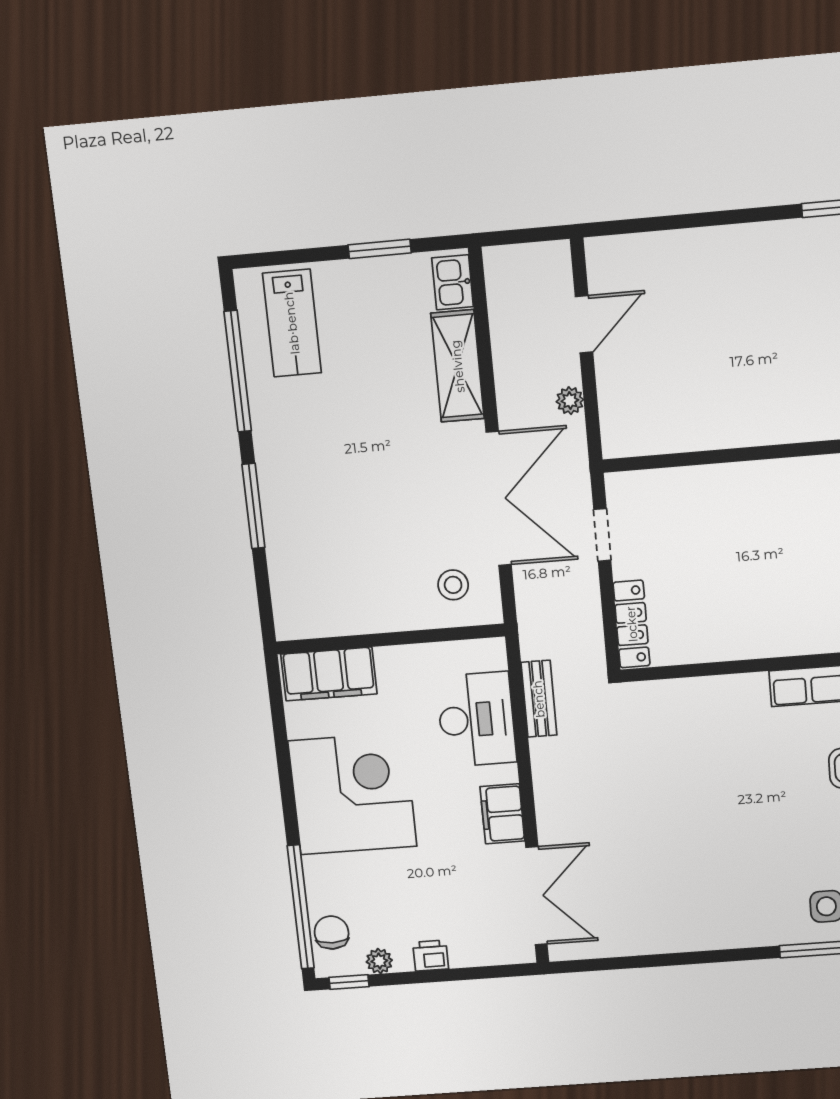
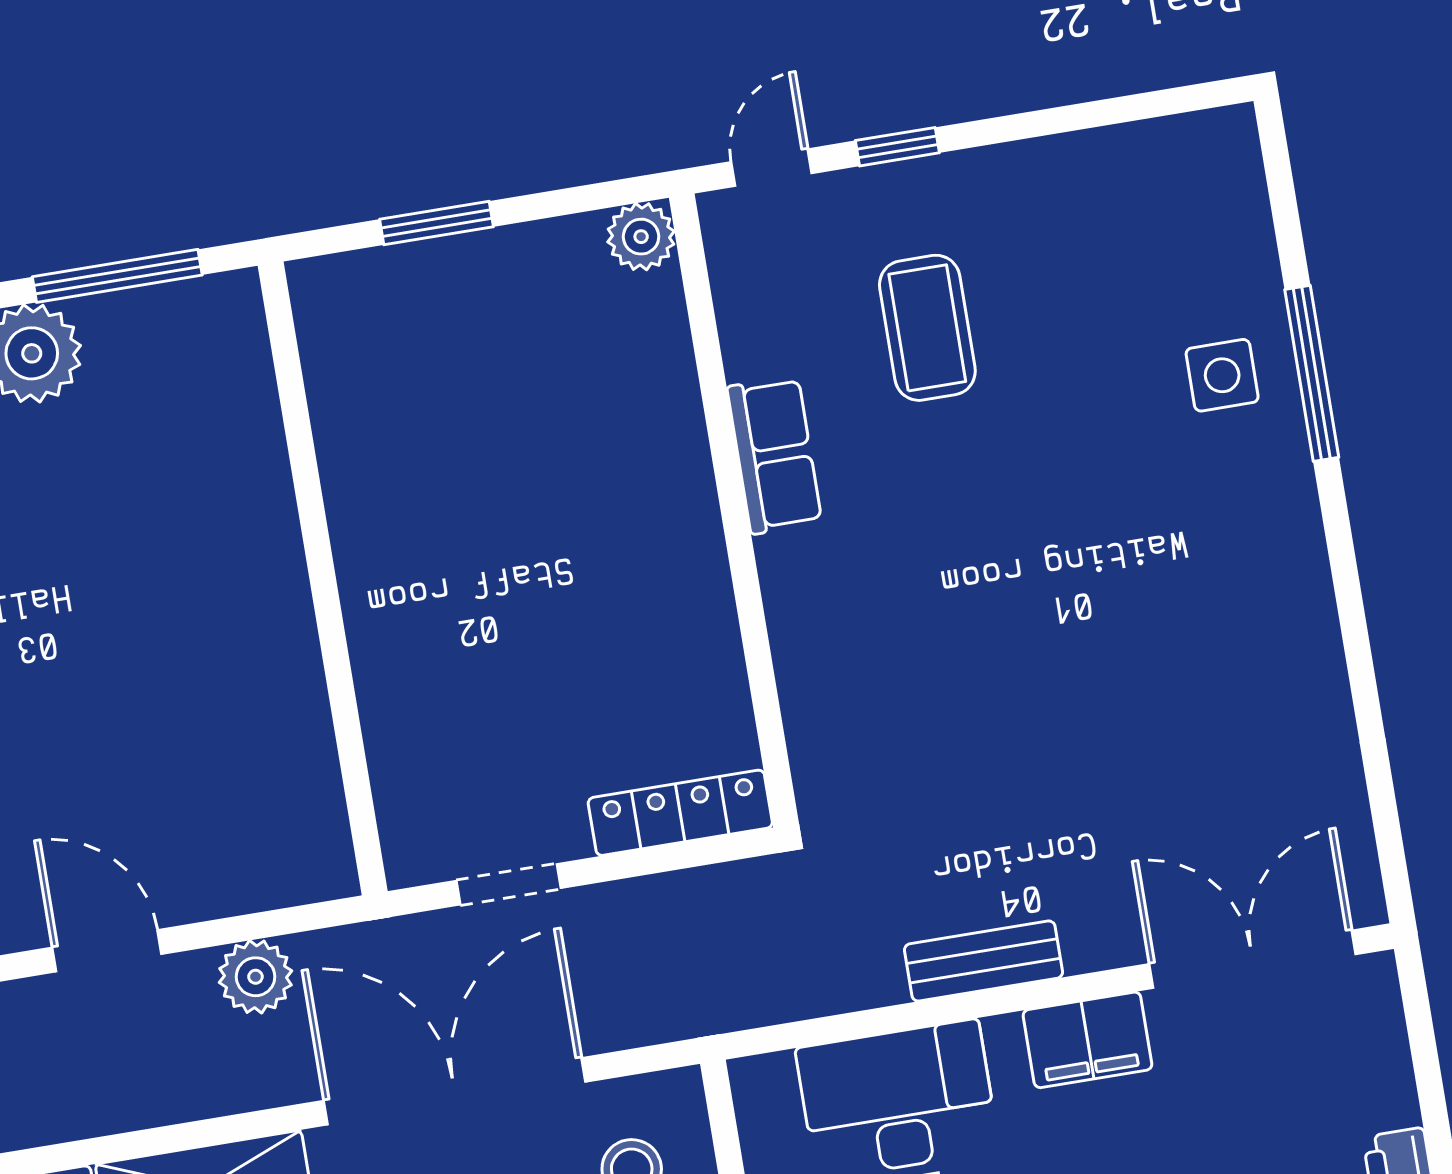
plant: (570, 401) -> (256, 977), width x1.38, depth x1.38
bench: (539, 699) -> (984, 961), moved

